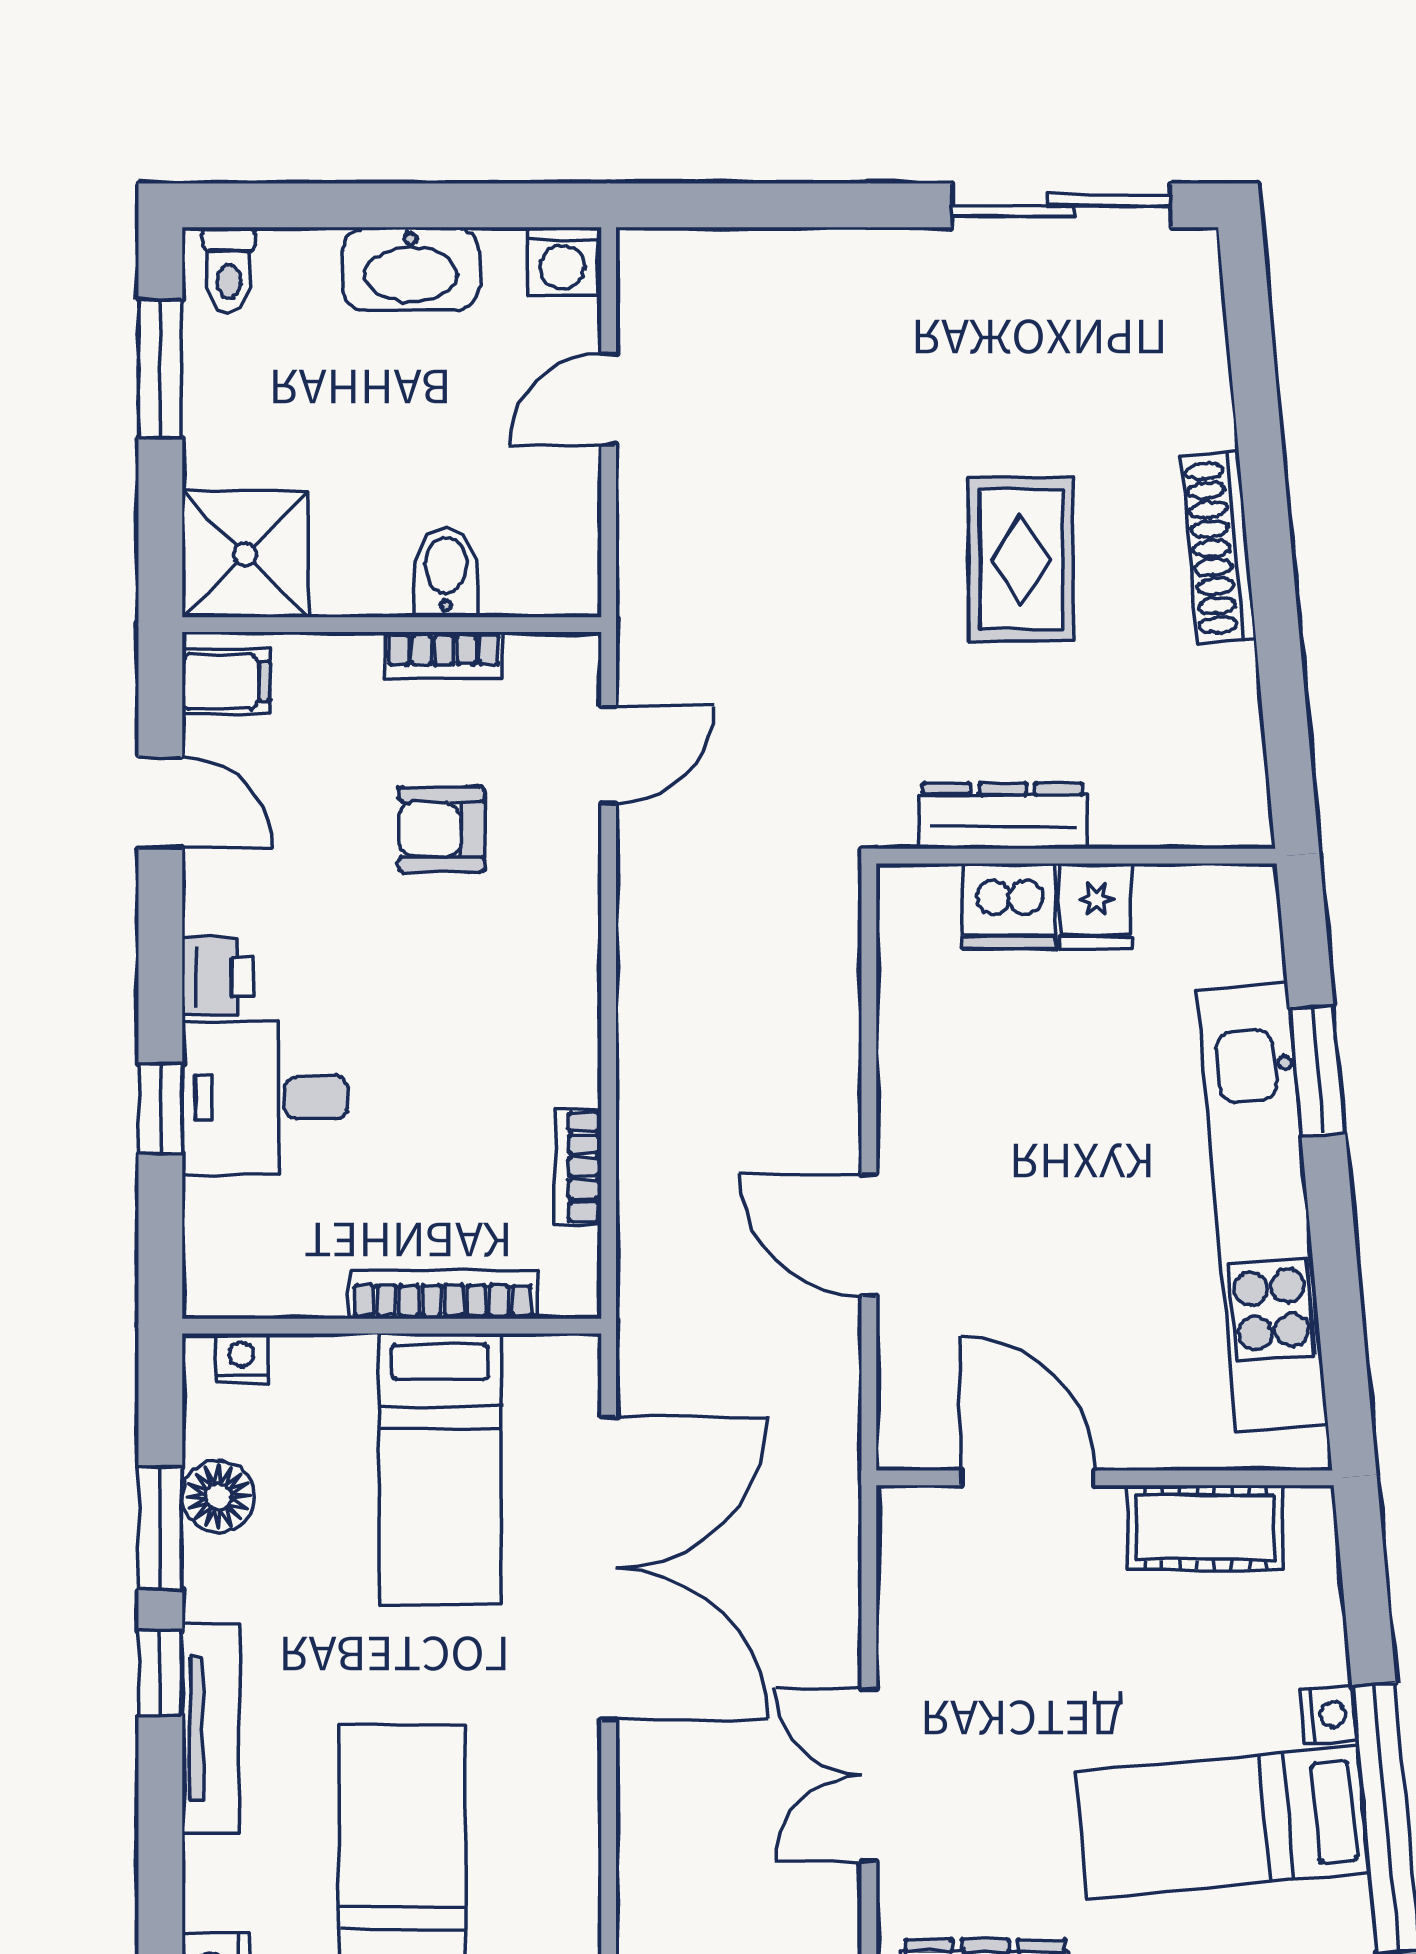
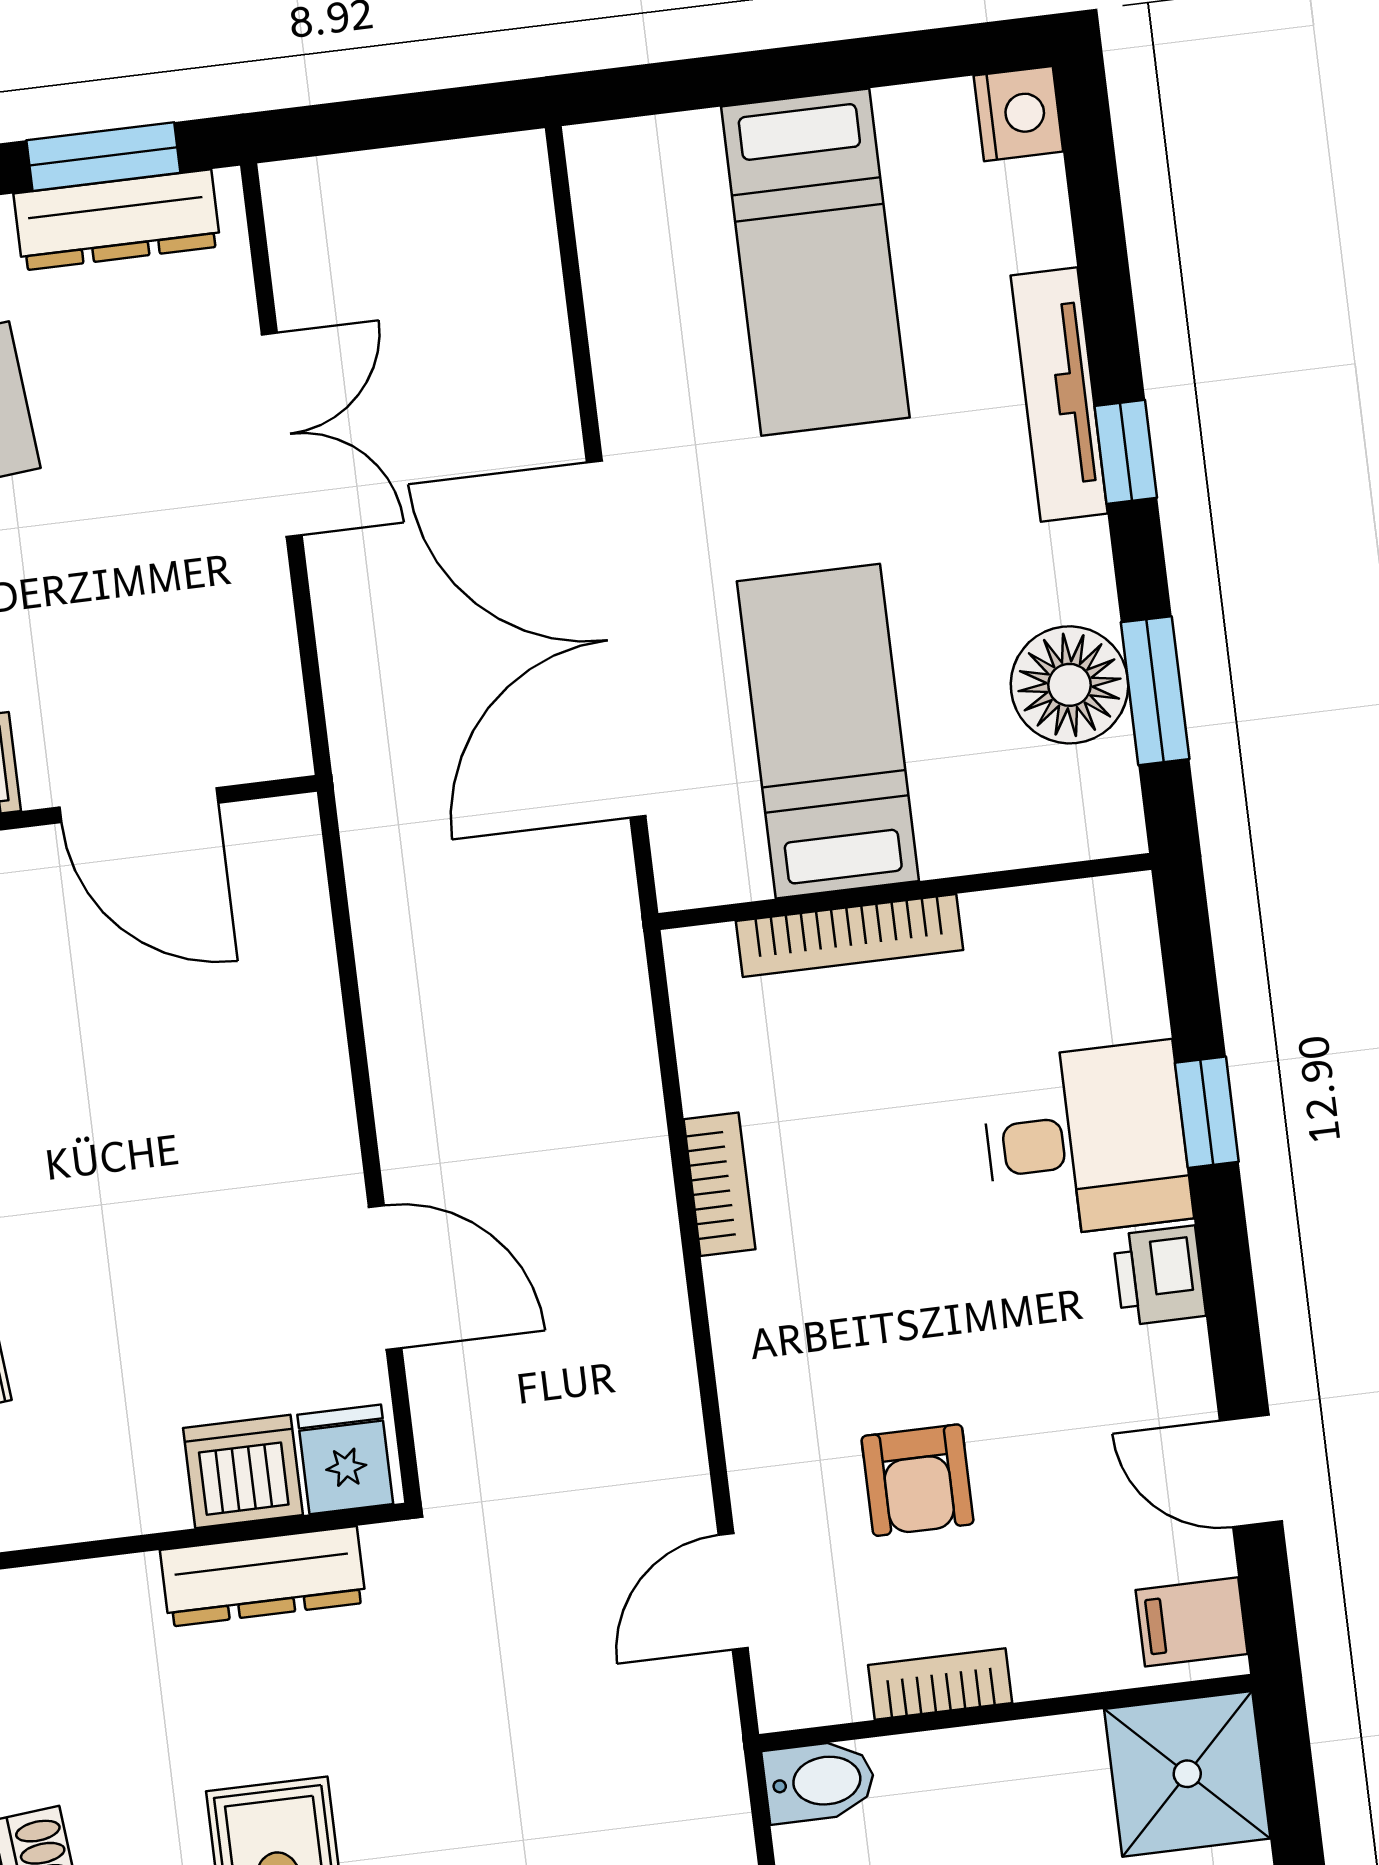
bidet: (446, 572) -> (819, 1781), moved, turned -90
armchair: (442, 829) -> (918, 1480), turned 90
fridge: (1096, 906) -> (345, 1459), moved
bookcase: (578, 1167) -> (719, 1184), moved
door: (869, 1235) -> (385, 1277), moved
nightstand: (241, 1358) -> (1076, 832), removed
floor lamp: (218, 1496) -> (1069, 685), width x1.38, depth x1.38
window: (160, 1529) -> (1155, 691), moved

